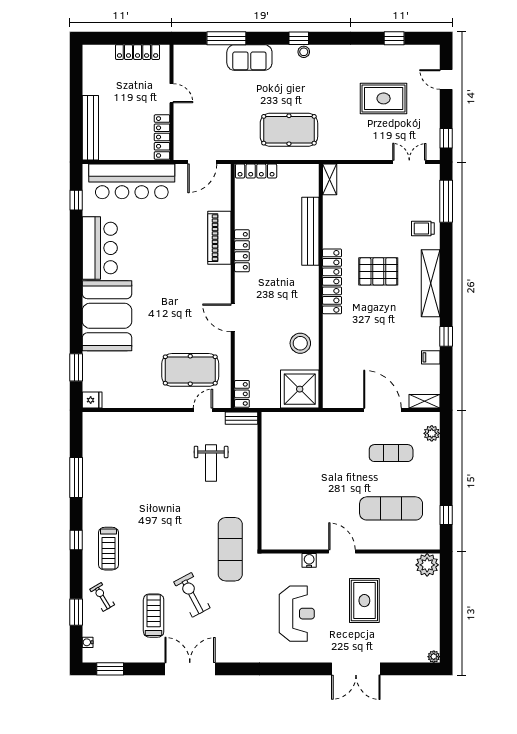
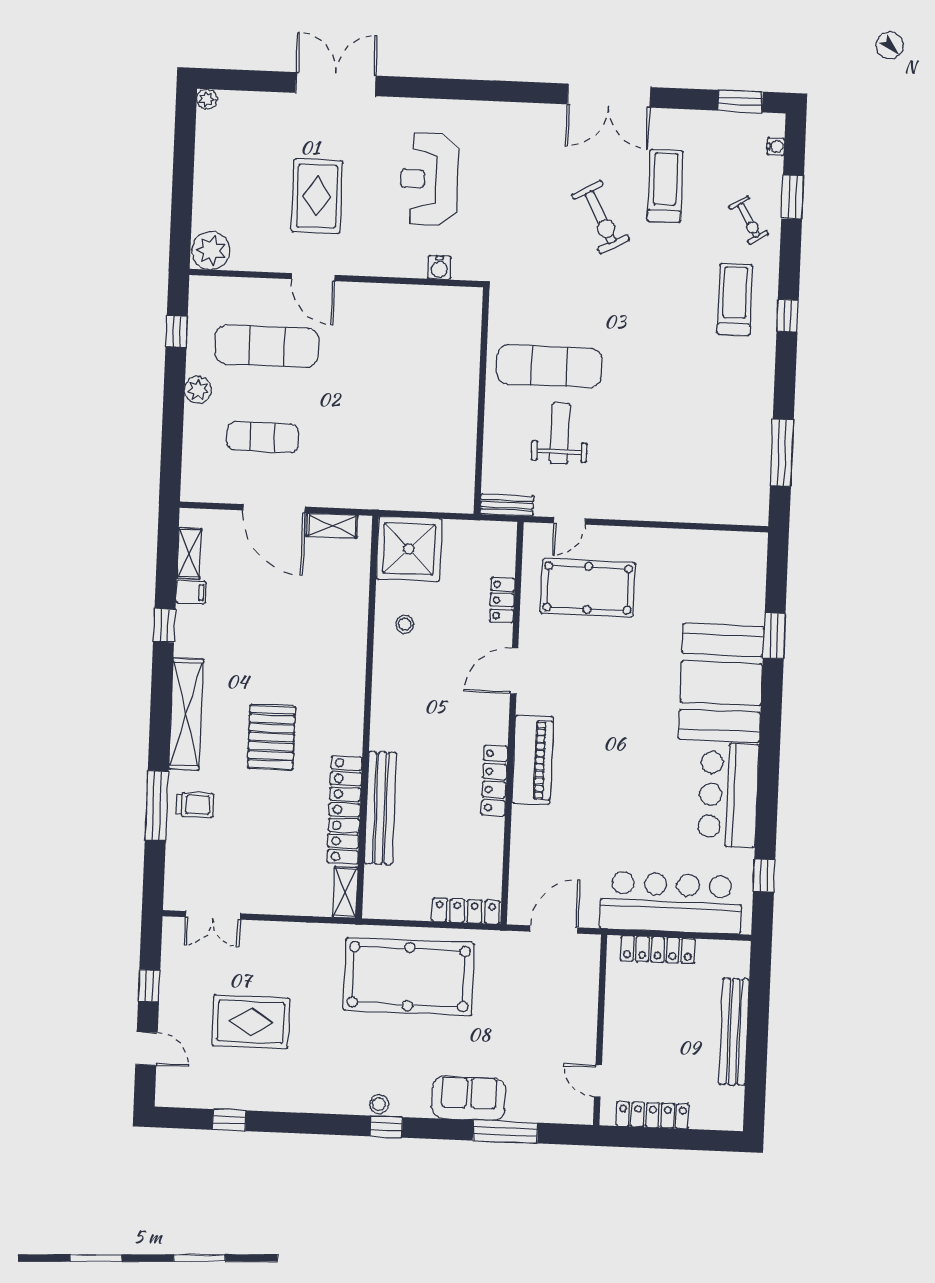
door: (172, 93) -> (598, 1081), moved
bench: (90, 128) -> (734, 1032), moved
pool table: (289, 130) -> (409, 977), width x1.36, depth x1.32
locker: (162, 137) -> (658, 950), moved, turned 90
window: (446, 138) -> (149, 986), moved
window: (446, 201) -> (157, 806), moved
piano: (219, 238) -> (533, 760), moved
pallet: (378, 271) -> (271, 737), turned 90
locker: (332, 281) -> (345, 810), moved
door: (233, 318) -> (514, 671), swing flipped
stool: (300, 343) -> (405, 624), width x0.53, depth x0.53
window: (76, 367) -> (774, 636), moved
locker: (242, 394) -> (502, 600), moved
fridge: (92, 400) -> (752, 545), removed
shelving: (347, 401) -> (332, 526), added
shelving: (424, 401) -> (189, 553), moved, turned 90
plant: (432, 433) -> (198, 390), moved
window: (76, 477) -> (782, 453), moved
exercise mat: (230, 549) -> (549, 366), moved, turned 90
door: (342, 551) -> (313, 277), moved
water cooler: (309, 560) -> (439, 268), moved
treadmill: (154, 616) -> (665, 186), turned 180

